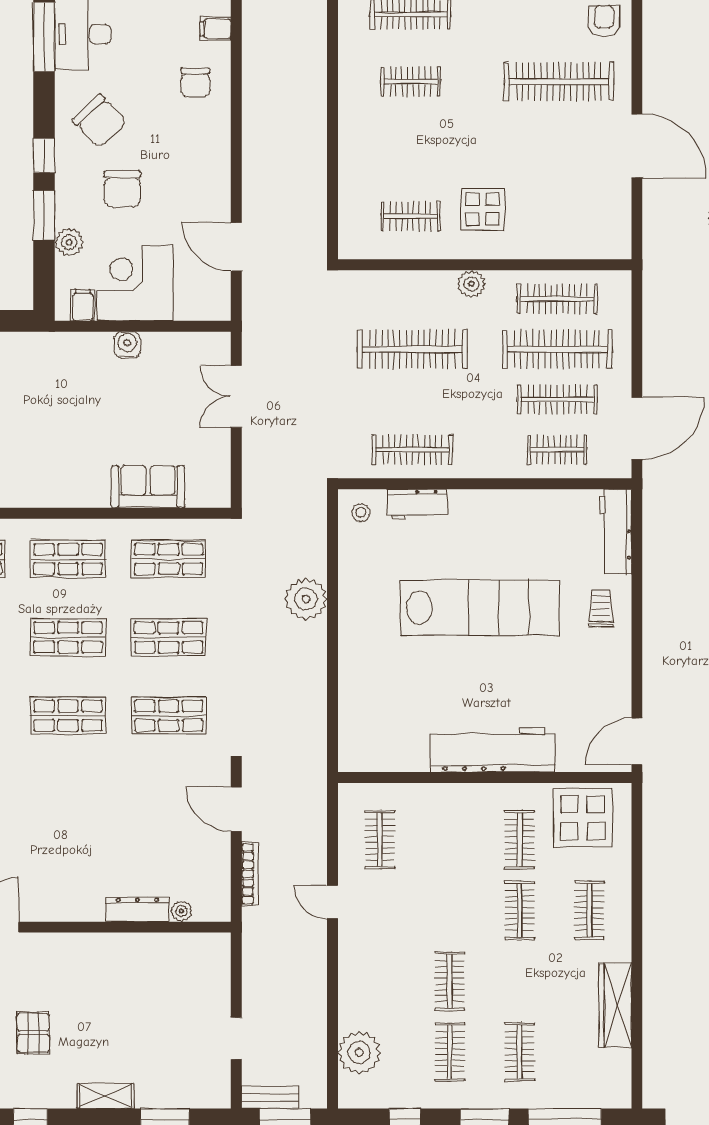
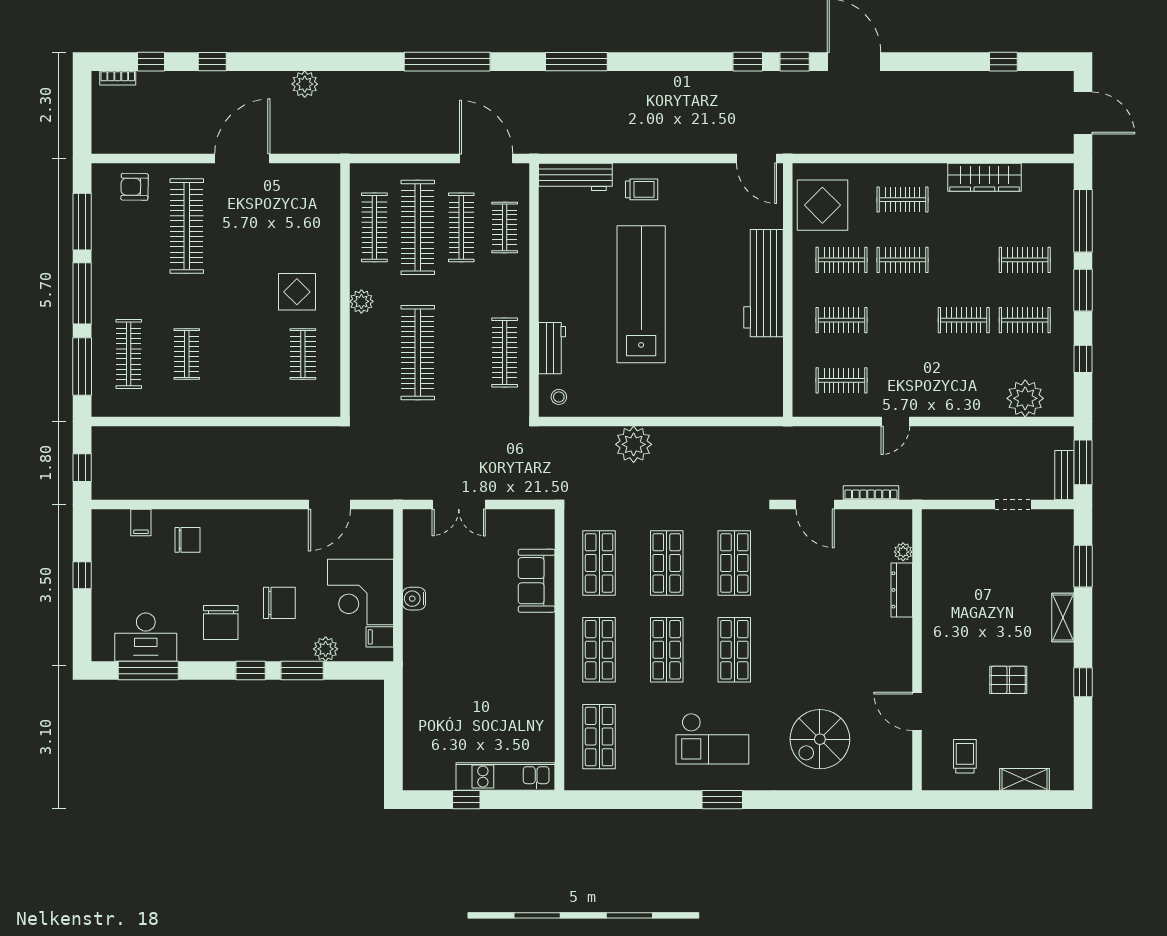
chair: (100, 121) -> (221, 622), turned 134
trolley: (601, 608) -> (642, 189), turned 180
door: (236, 809) -> (815, 504), hinge flipped
clothes rail: (450, 840) -> (841, 320), added

